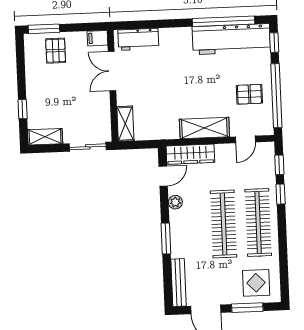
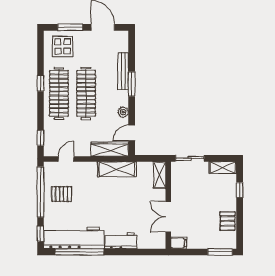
workbench: (138, 39) -> (121, 241), moved
pallet: (56, 51) -> (228, 221), moved
double door: (112, 71) -> (168, 217), swing flipped
shelving: (204, 128) -> (117, 169), moved
window: (281, 194) -> (41, 83), moved
bench: (178, 283) -> (123, 71), moved

